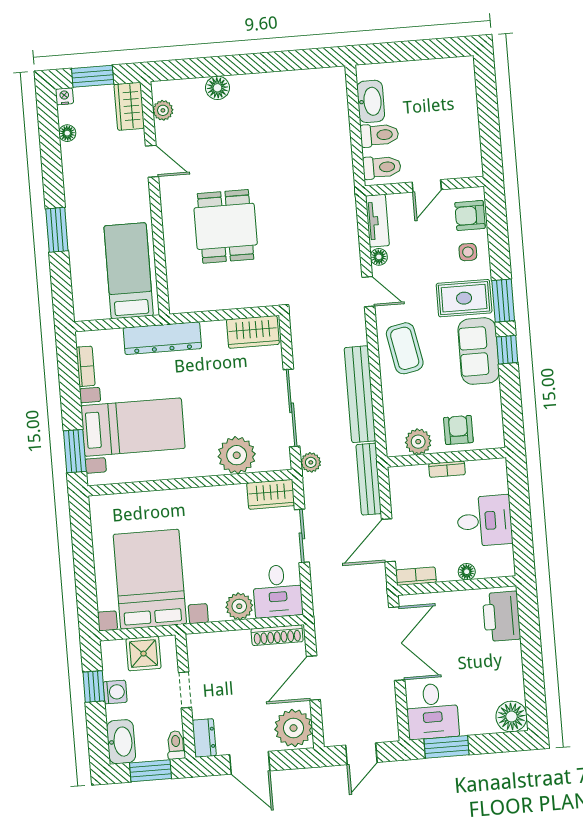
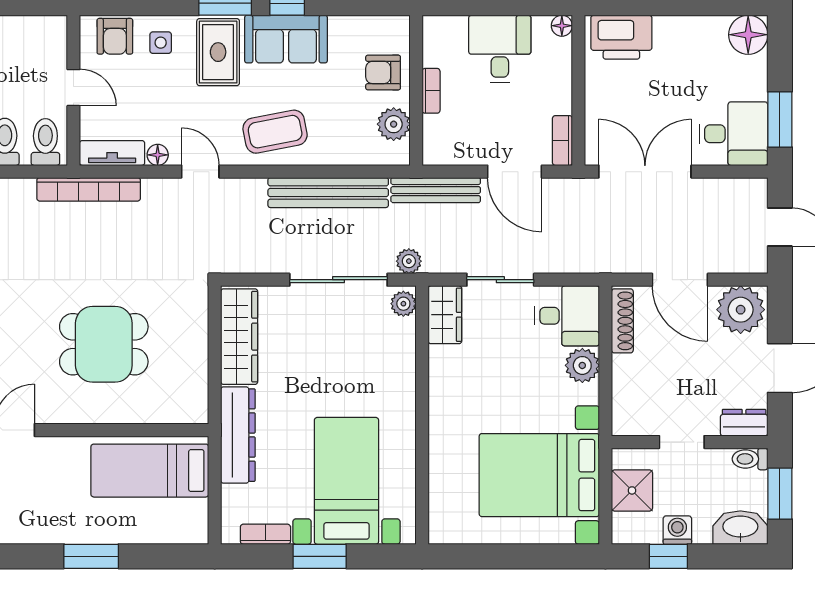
bookcase: (347, 204) -> (89, 189), added
door: (368, 292) -> (200, 172), hinge flipped
wardrobe: (253, 332) -> (239, 337), width x1.50
window: (75, 451) -> (320, 556), moved
plant: (237, 455) -> (403, 304), moved, width x0.53, depth x0.53
floor lamp: (467, 572) -> (562, 26), moved

